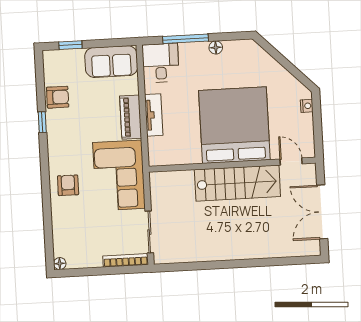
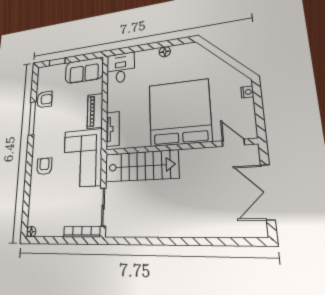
window: (185, 39) -> (141, 48), removed
tv unit: (154, 115) -> (113, 129), moved
window: (42, 122) -> (32, 118), width x2.17
stairs: (237, 183) -> (141, 166), moved

